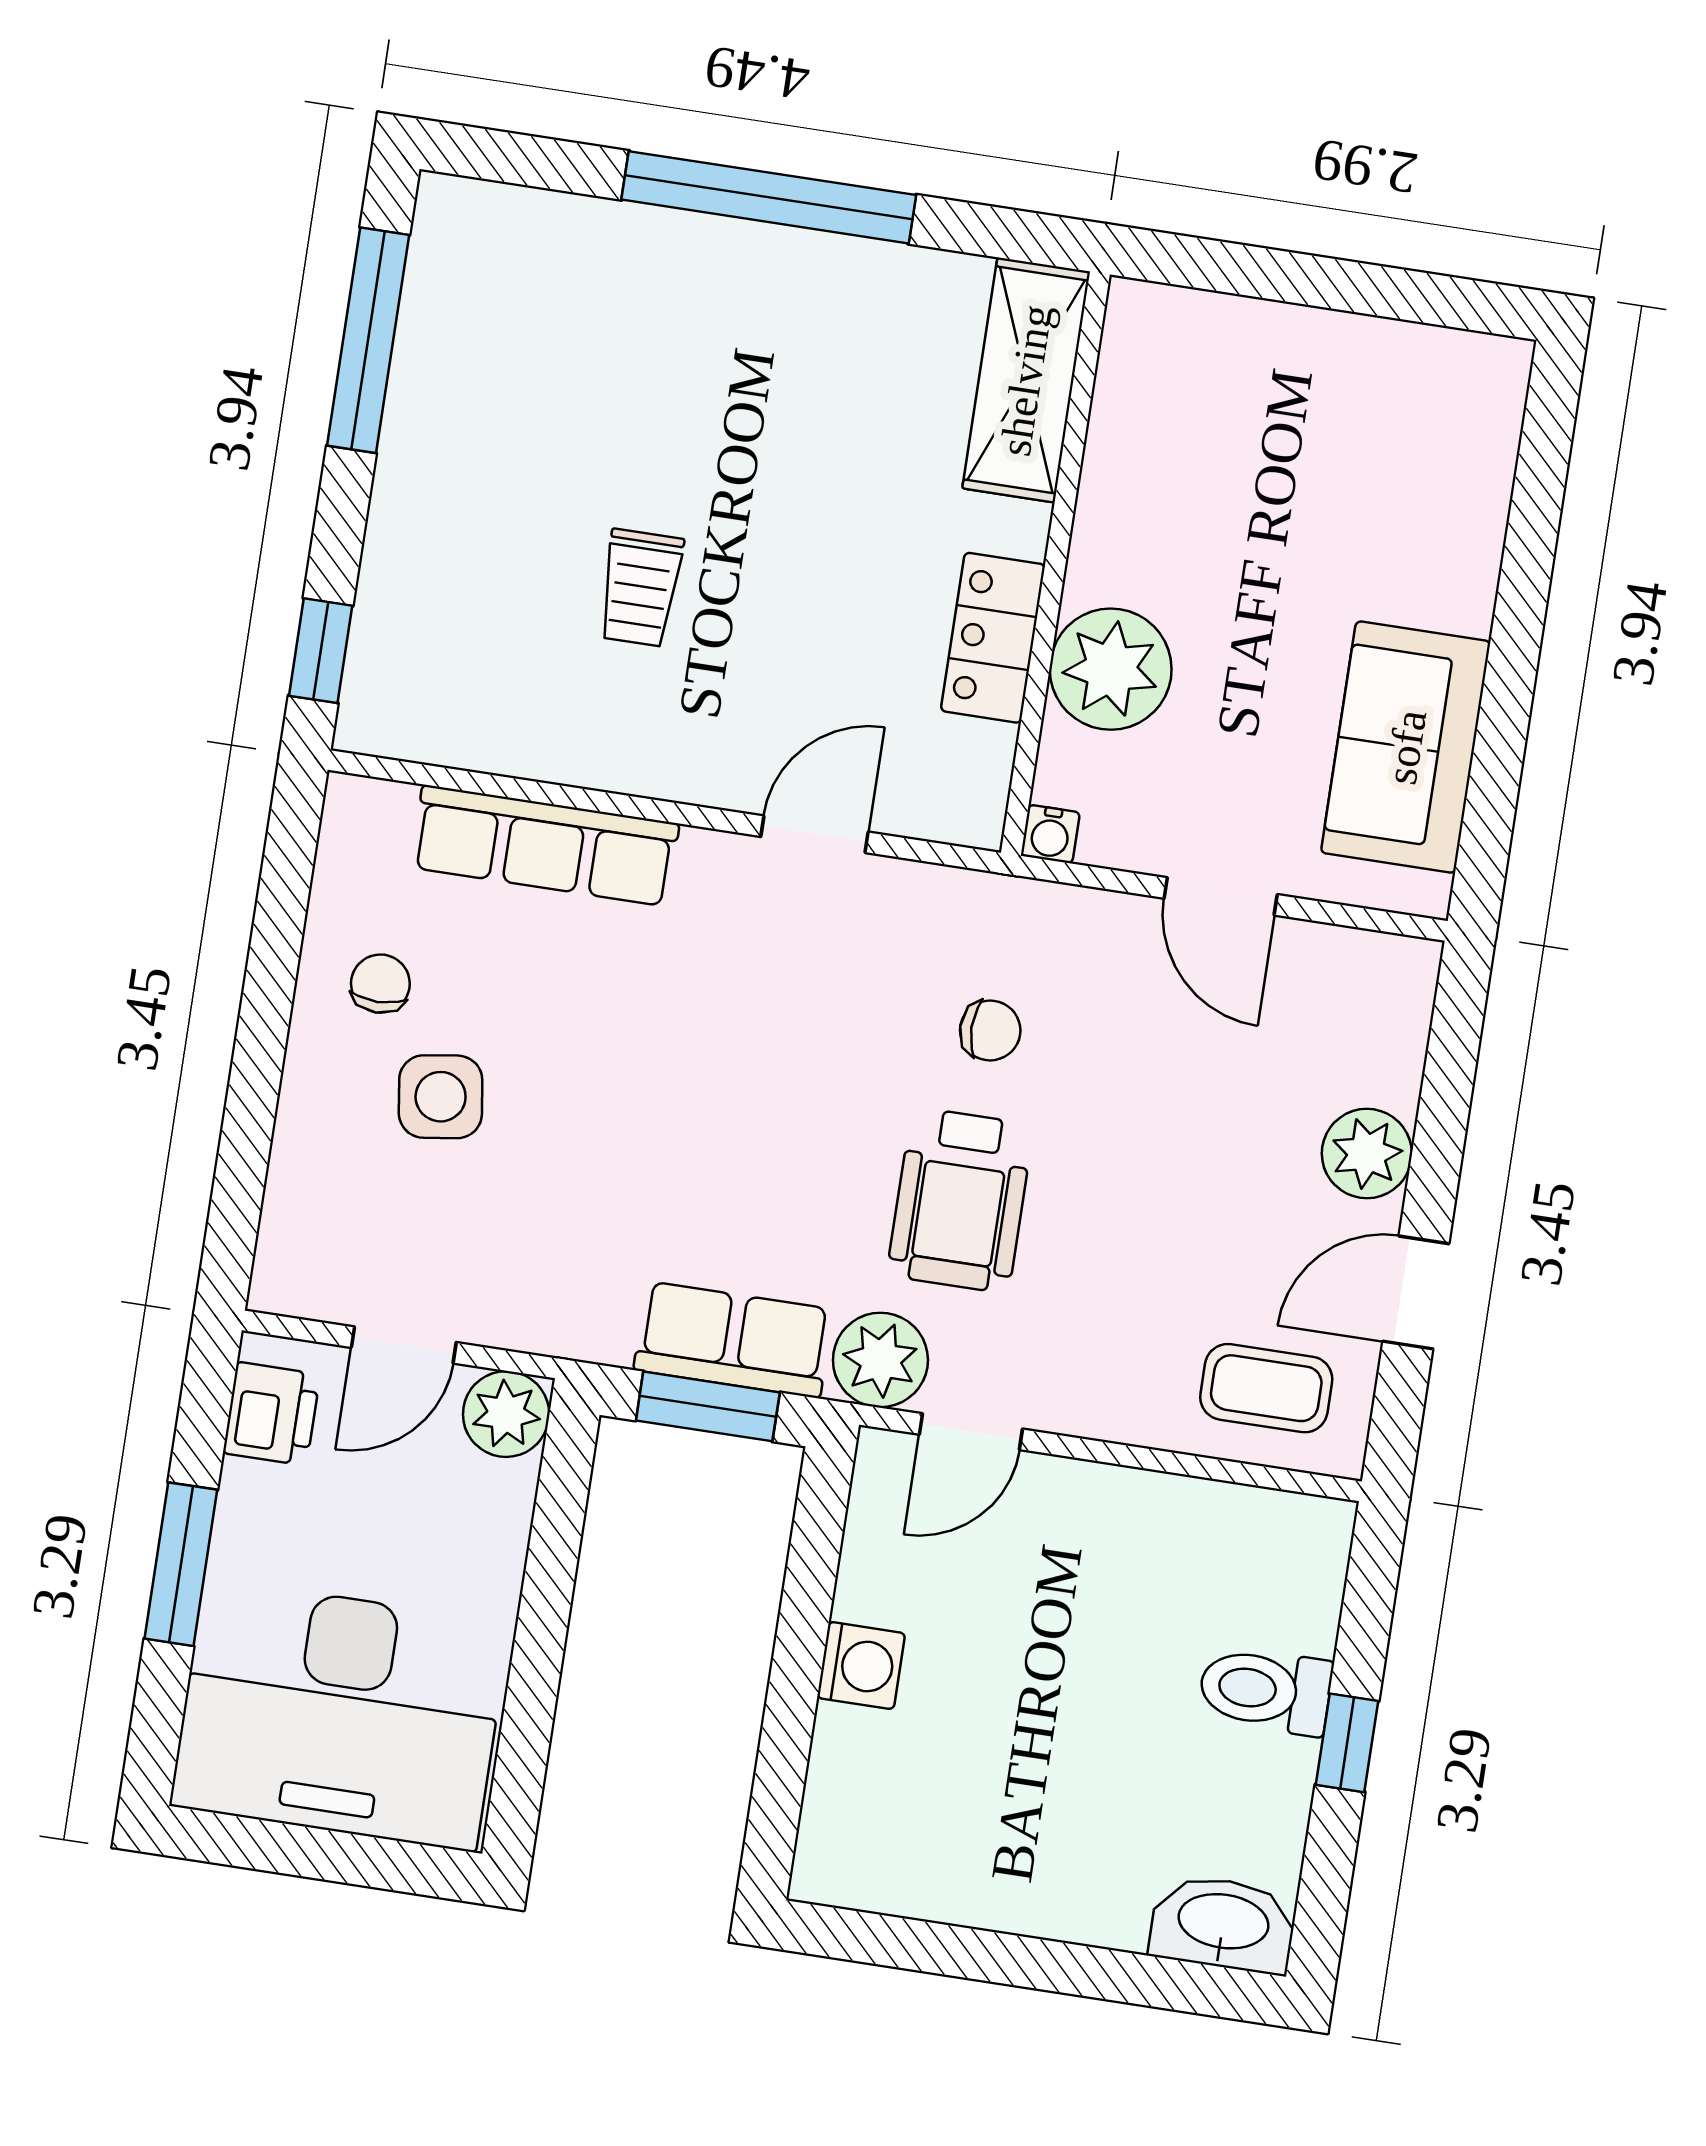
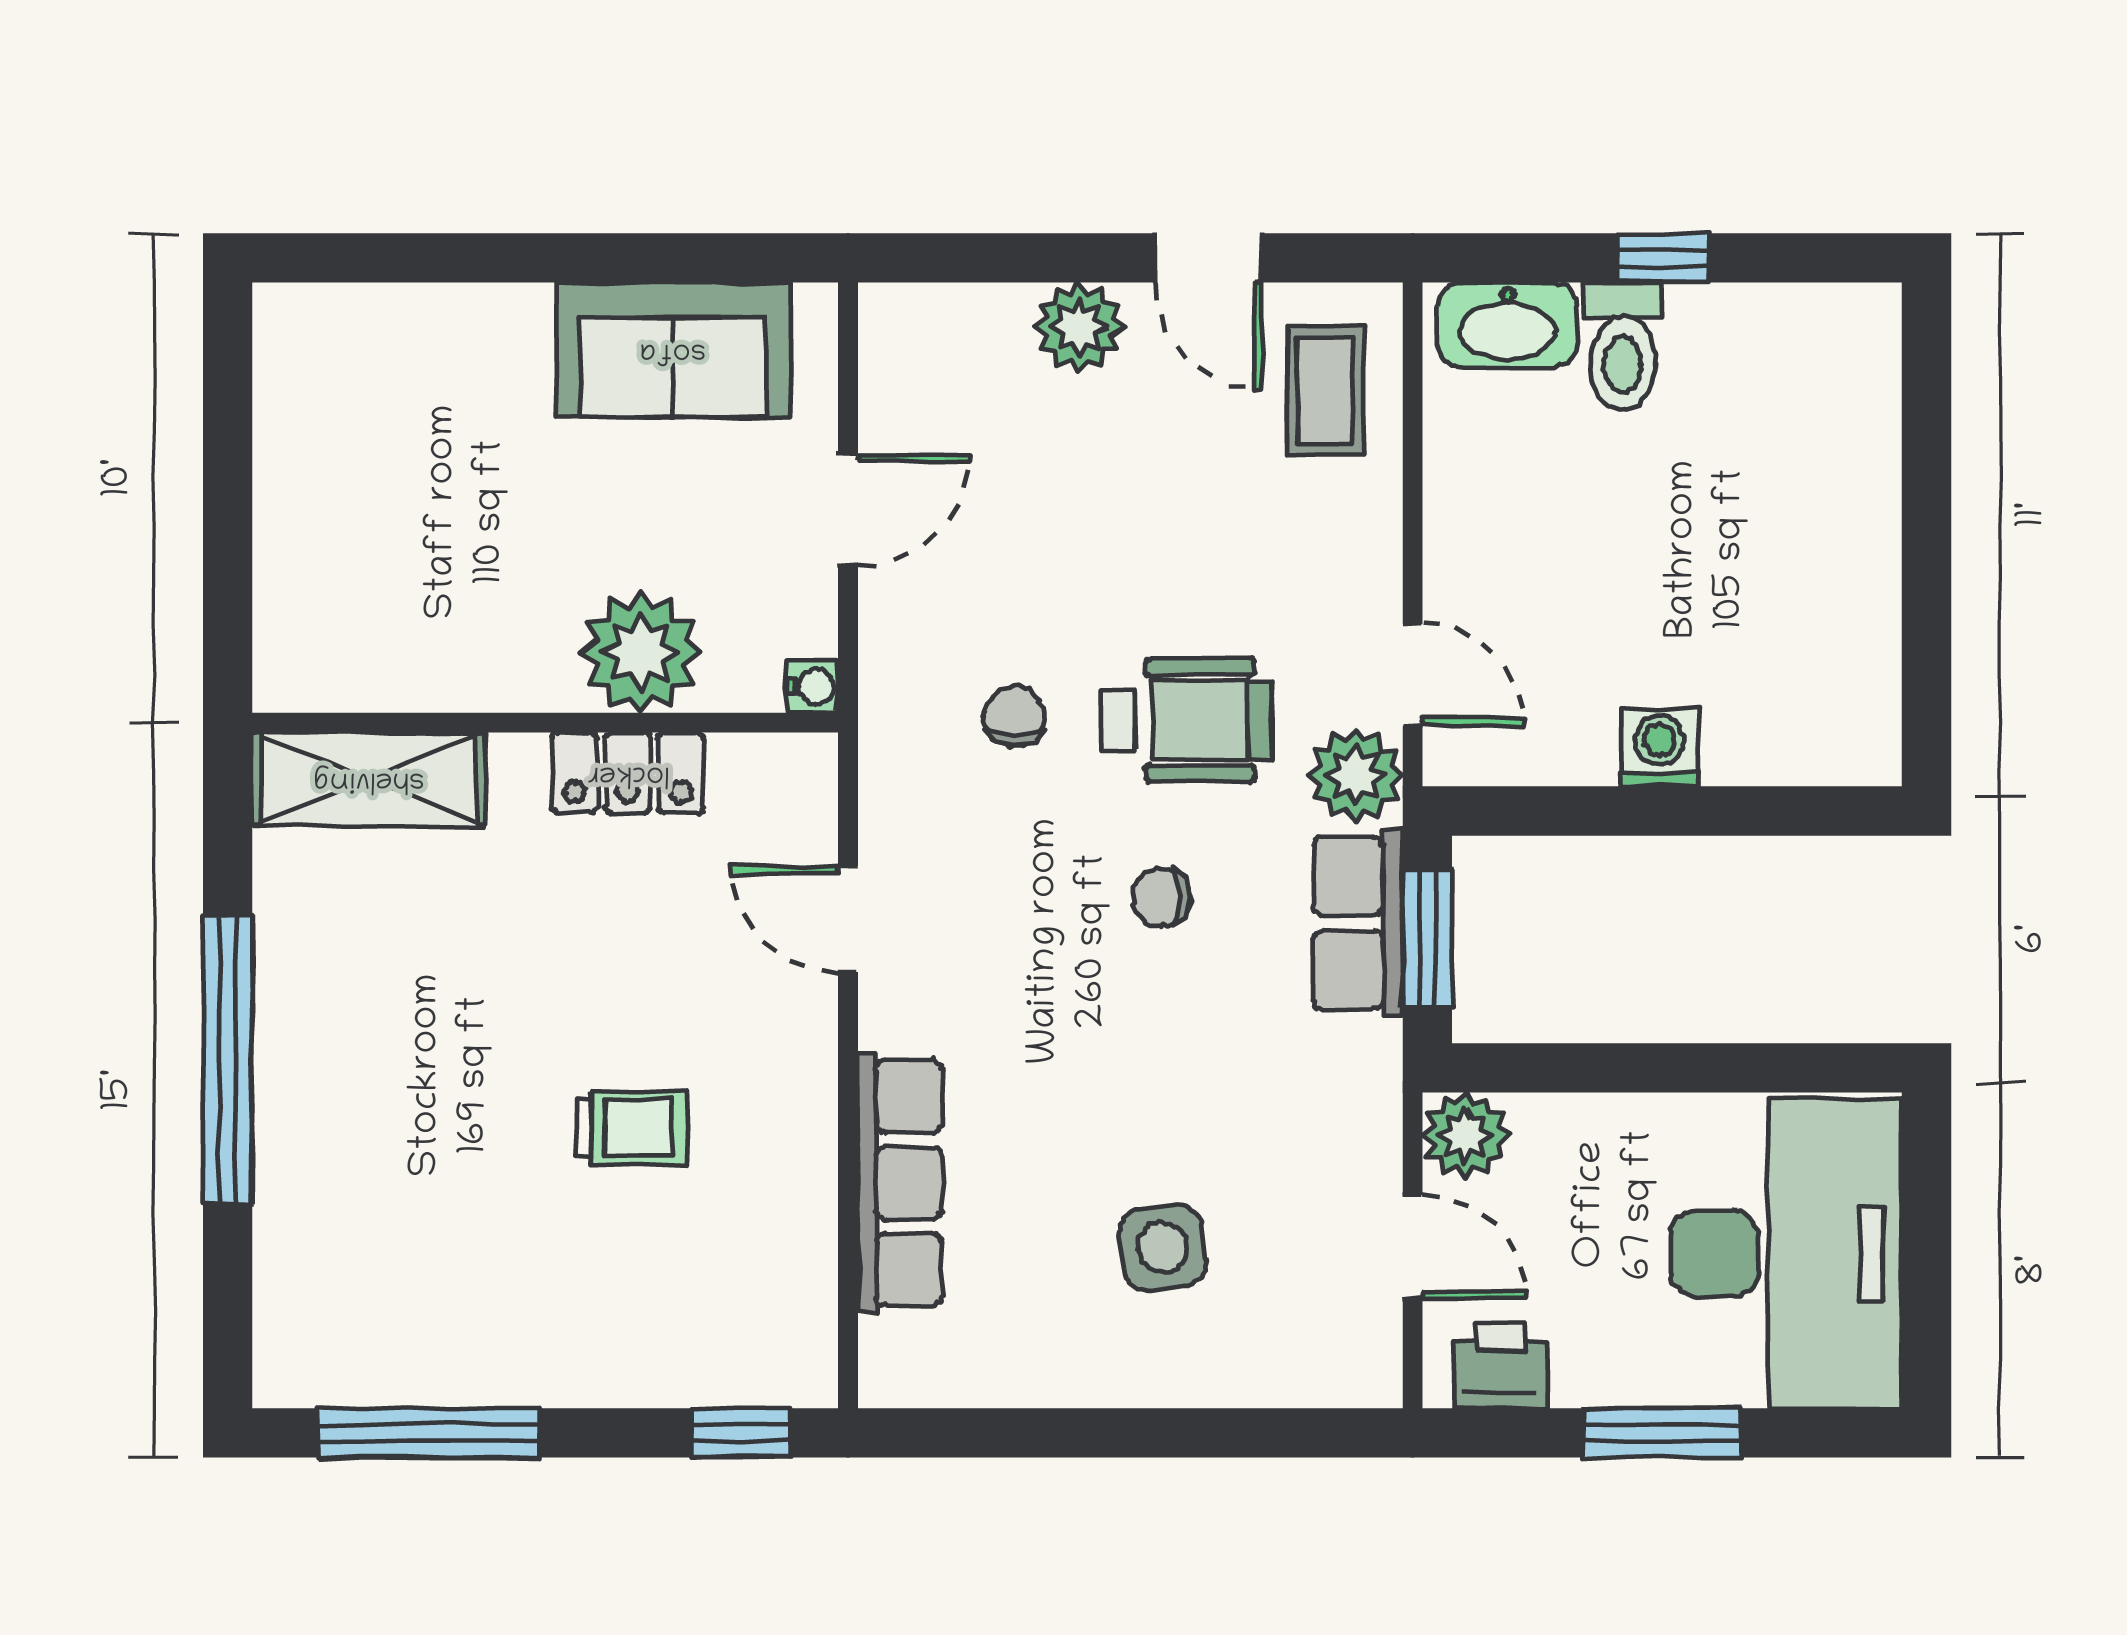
chair: (380, 984) -> (1162, 897), moved
washbasin: (1223, 1924) -> (1507, 325), moved, turned -90

